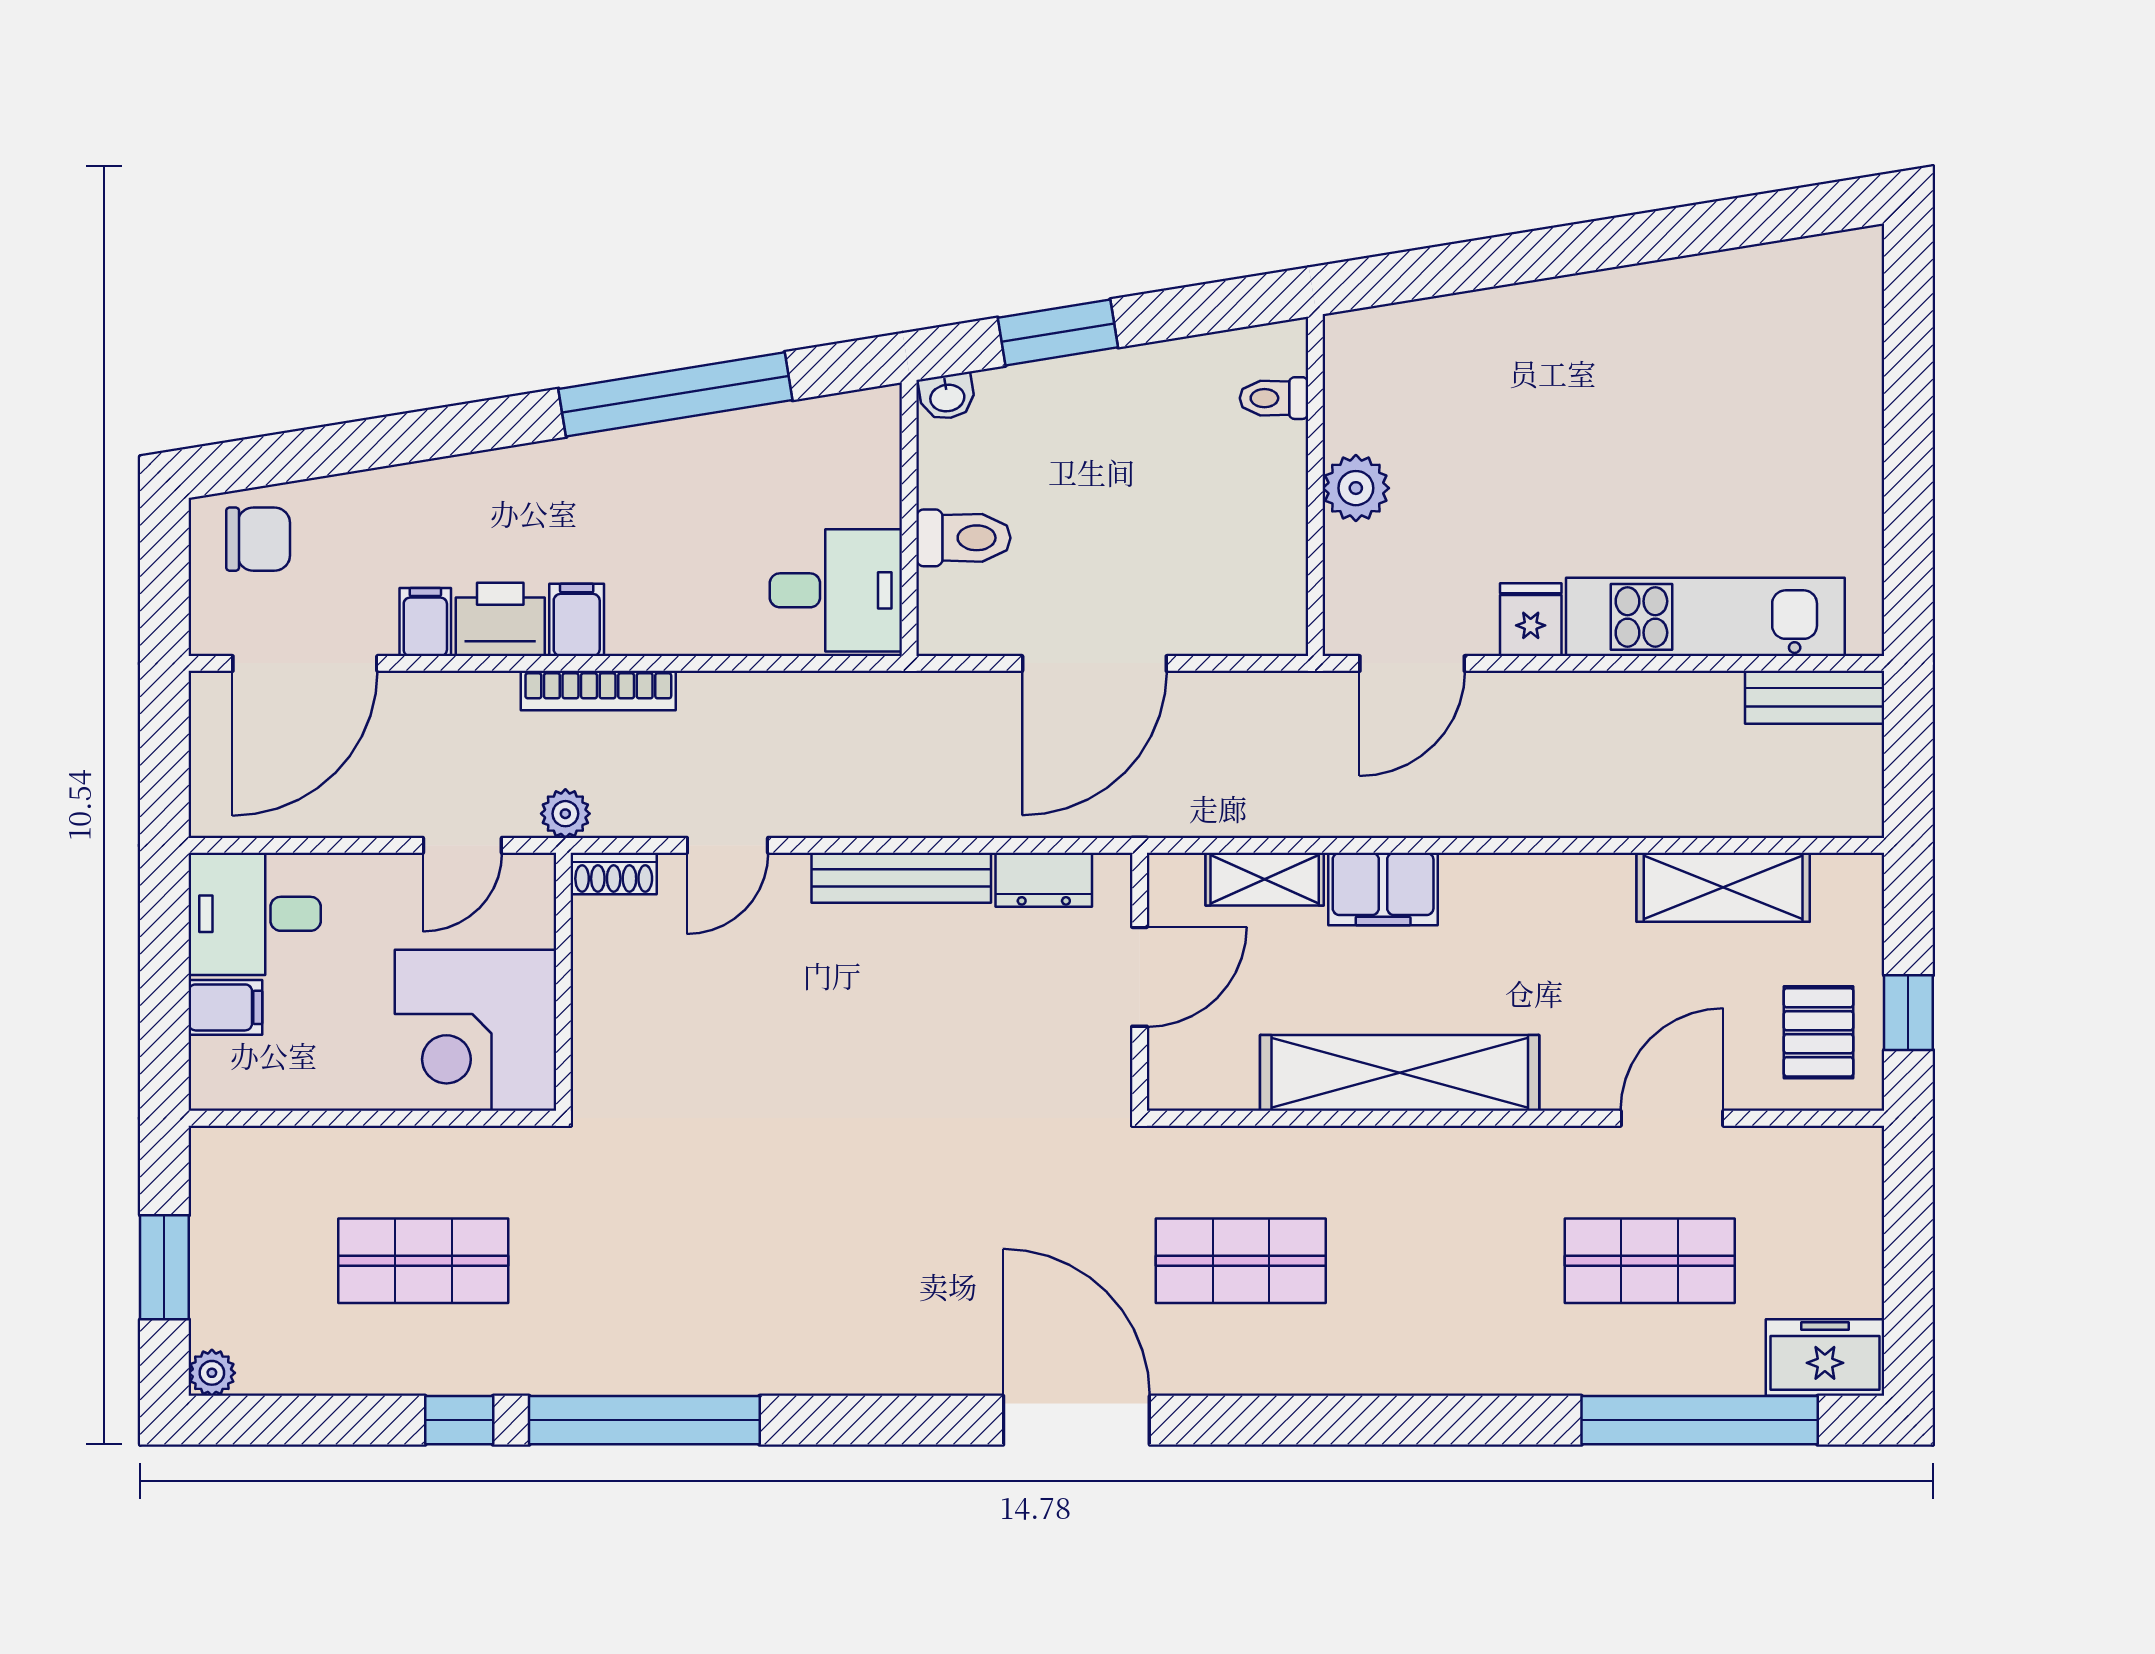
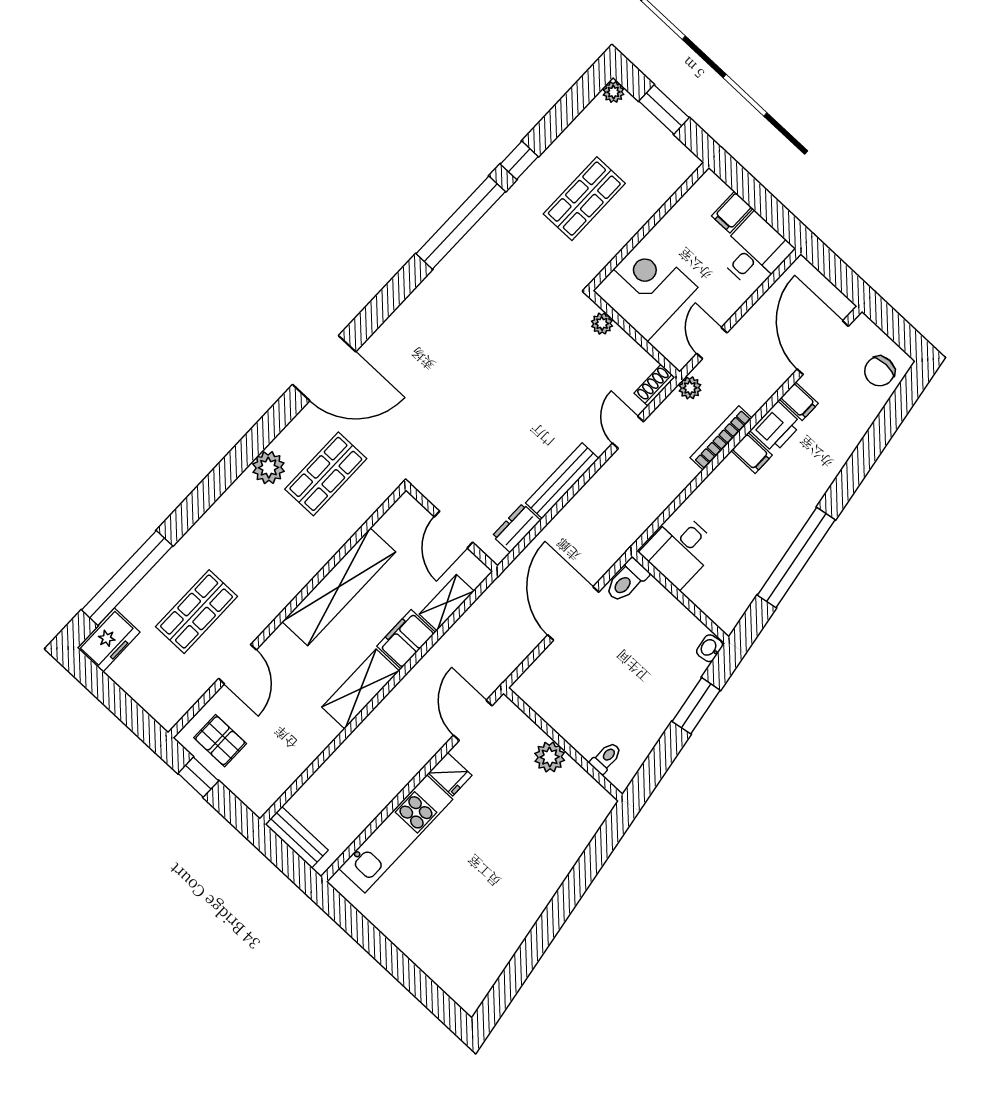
toilet: (963, 538) -> (627, 581), moved
bench: (1815, 697) -> (297, 837), moved, turned 90
shelving: (1723, 887) -> (361, 689), moved
plant: (594, 1048) -> (602, 324), added
plant: (1316, 1361) -> (268, 468), added

